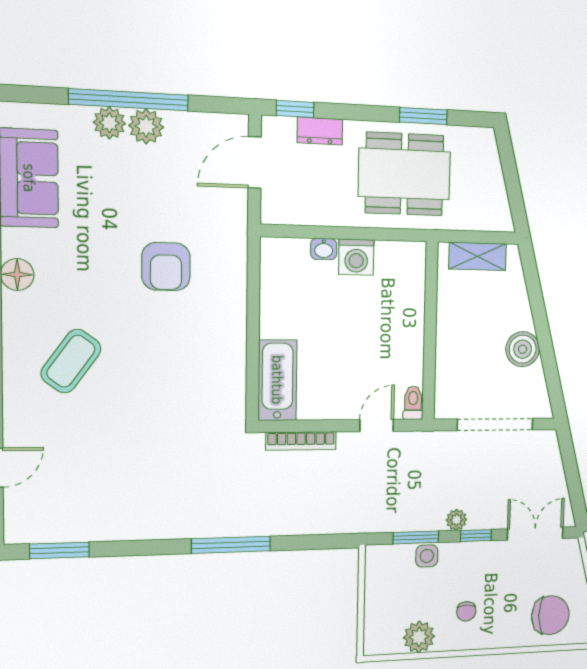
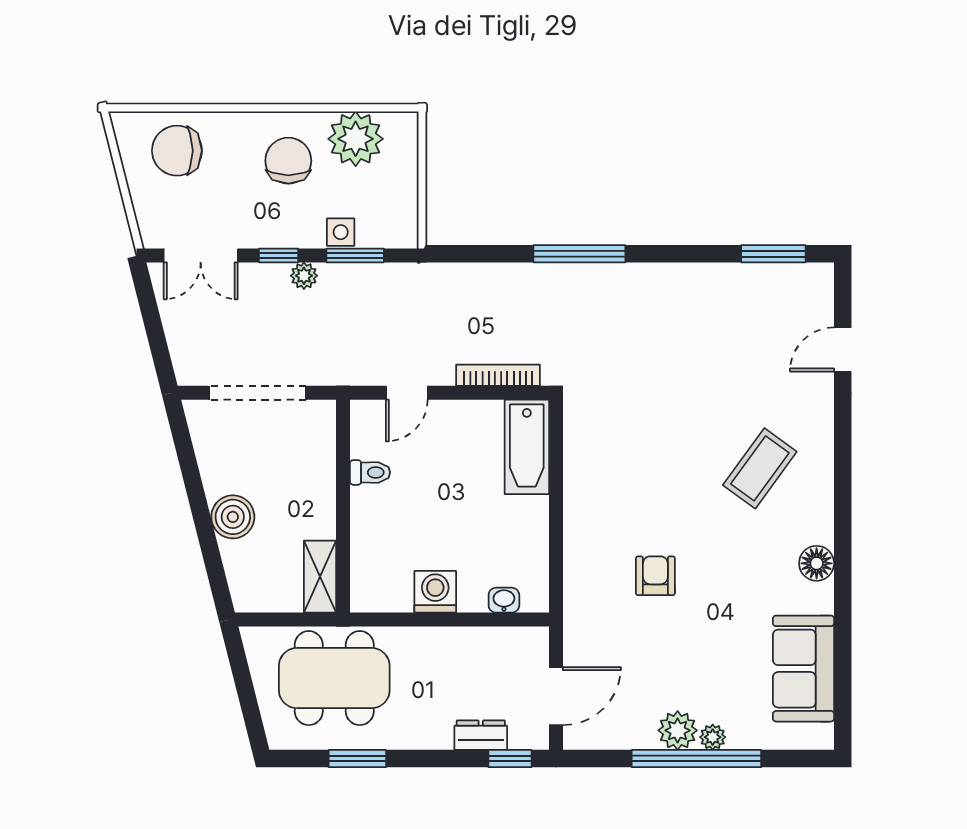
plant: (109, 123) -> (713, 737), width x0.73, depth x0.73
dining table: (404, 174) -> (334, 678), moved
washbasin: (324, 249) -> (504, 600), moved
shelving: (478, 256) -> (320, 577), moved, turned 90
armchair: (166, 267) -> (655, 576), width x0.72, depth x0.72
boiler: (523, 349) -> (233, 517), moved
toilet: (413, 403) -> (370, 472), moved, turned -90
chair: (466, 611) -> (288, 161), width x1.87, depth x1.87
plant: (419, 637) -> (356, 139), width x1.36, depth x1.36

